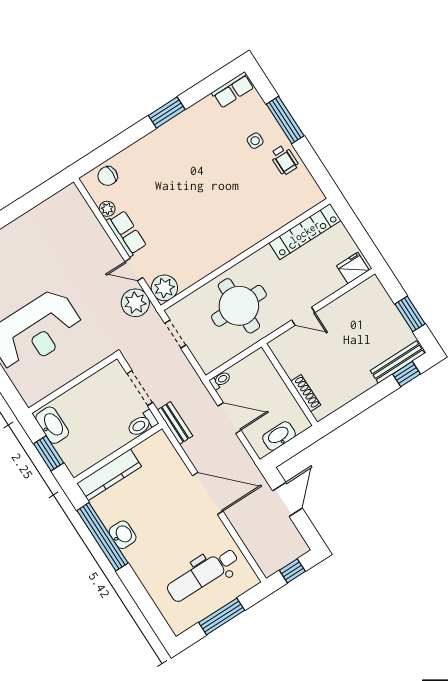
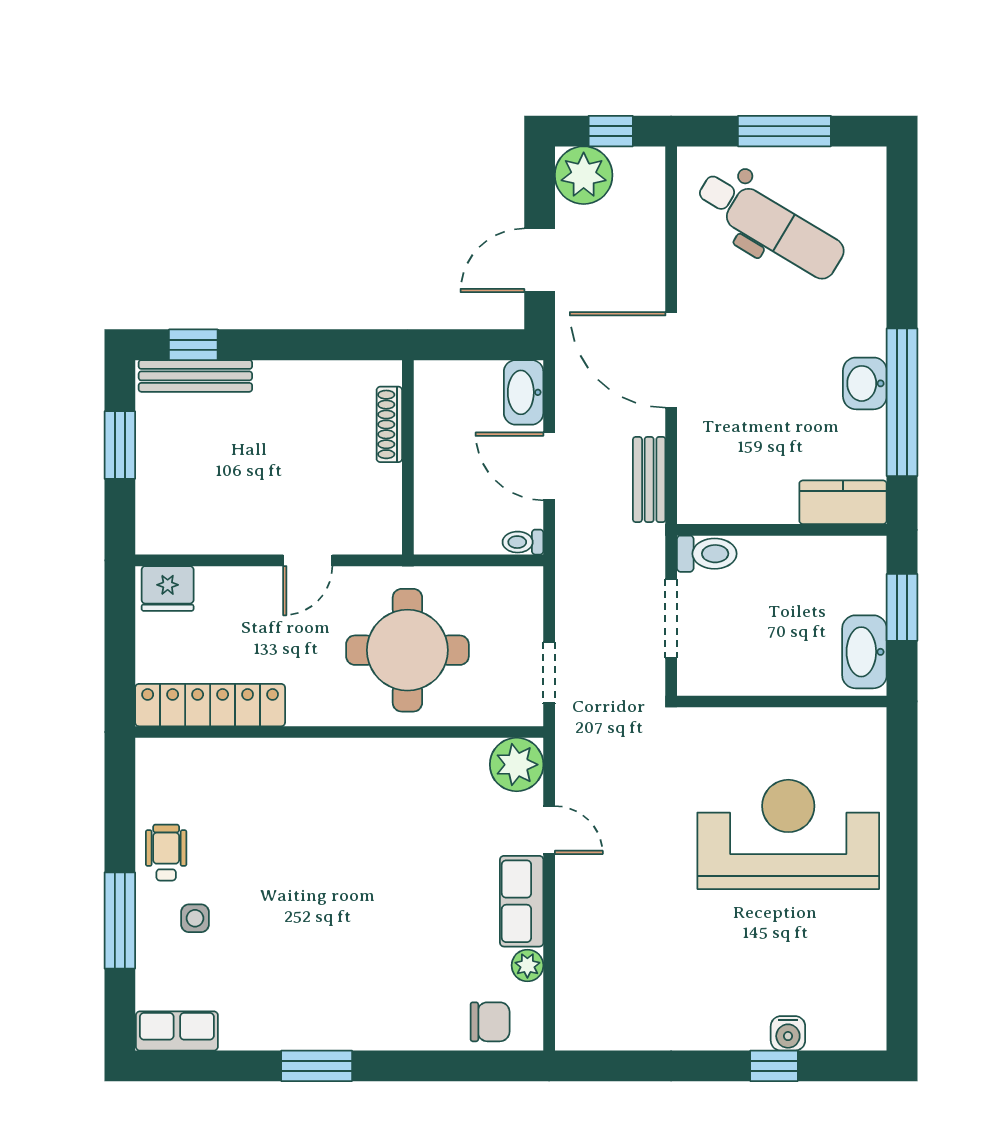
plant: (135, 303) -> (584, 175), moved
door: (303, 316) -> (308, 560), swing flipped
bench: (175, 423) -> (649, 479), moved
washbasin: (279, 436) -> (524, 392), moved, turned 90
kitchen counter: (109, 475) -> (843, 502), width x0.67
dental chair: (203, 575) -> (771, 225), turned 31

